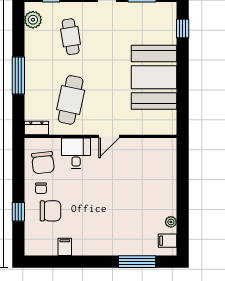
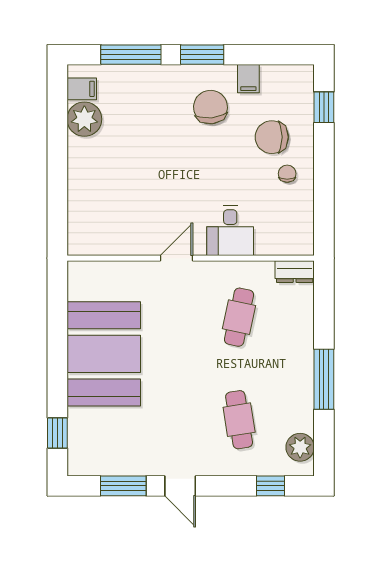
window: (18, 76) -> (324, 379), moved
cafe table: (71, 100) -> (239, 317), width x0.73, depth x0.74
chair: (43, 163) -> (210, 107), moved
window: (18, 212) -> (324, 107), moved
plant: (171, 222) -> (84, 119), width x1.88, depth x1.88
window: (93, 262) -> (202, 55), added

